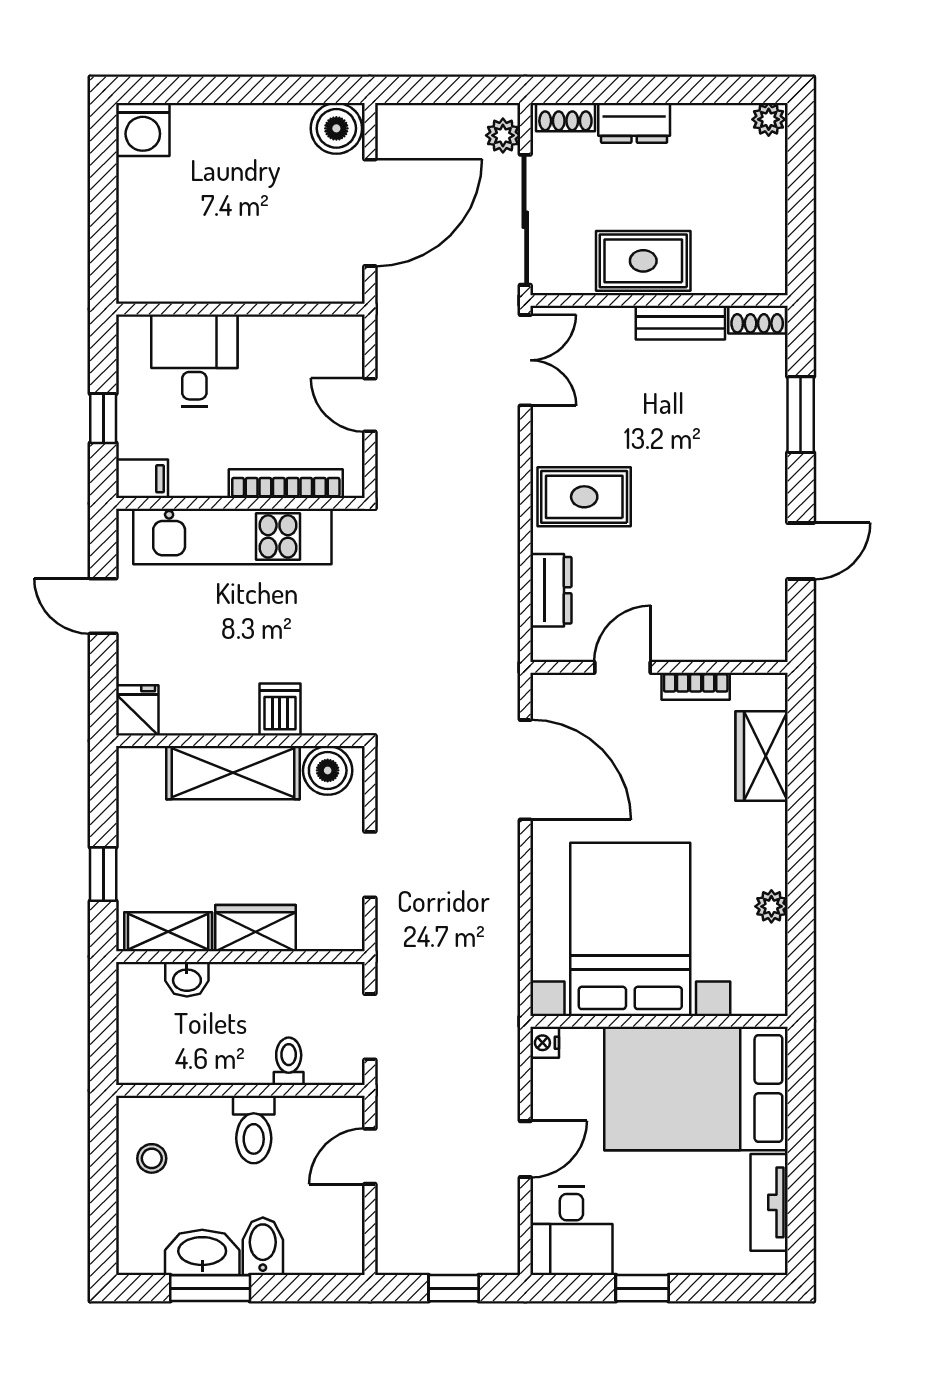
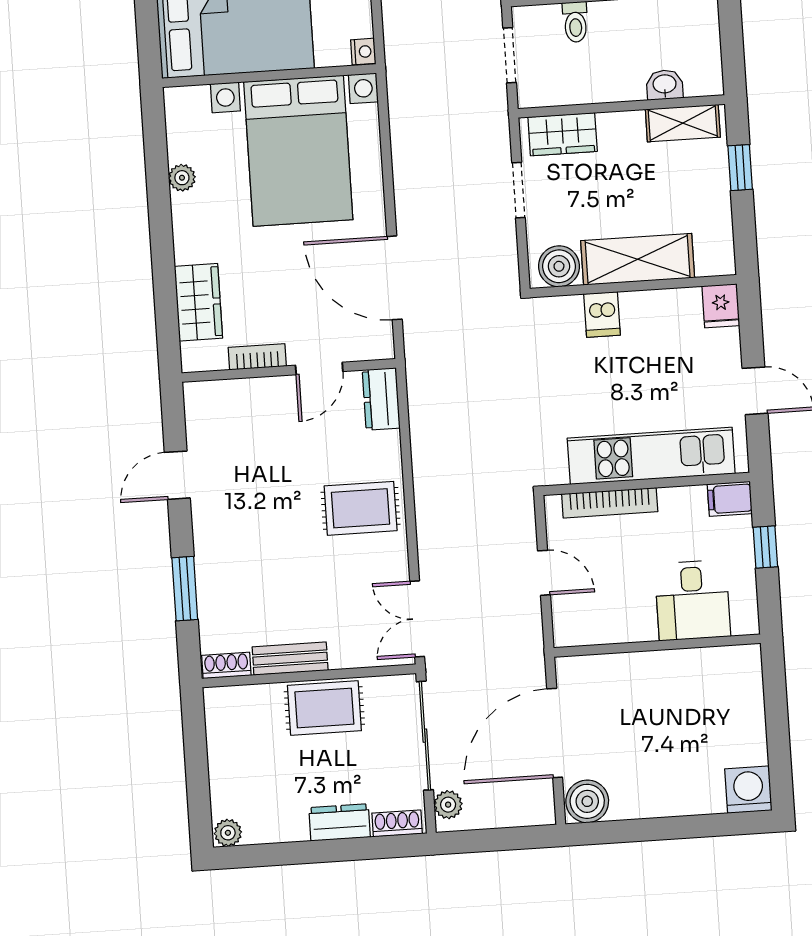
dresser: (551, 590) -> (381, 399), moved
wardrobe: (256, 928) -> (563, 134), moved

